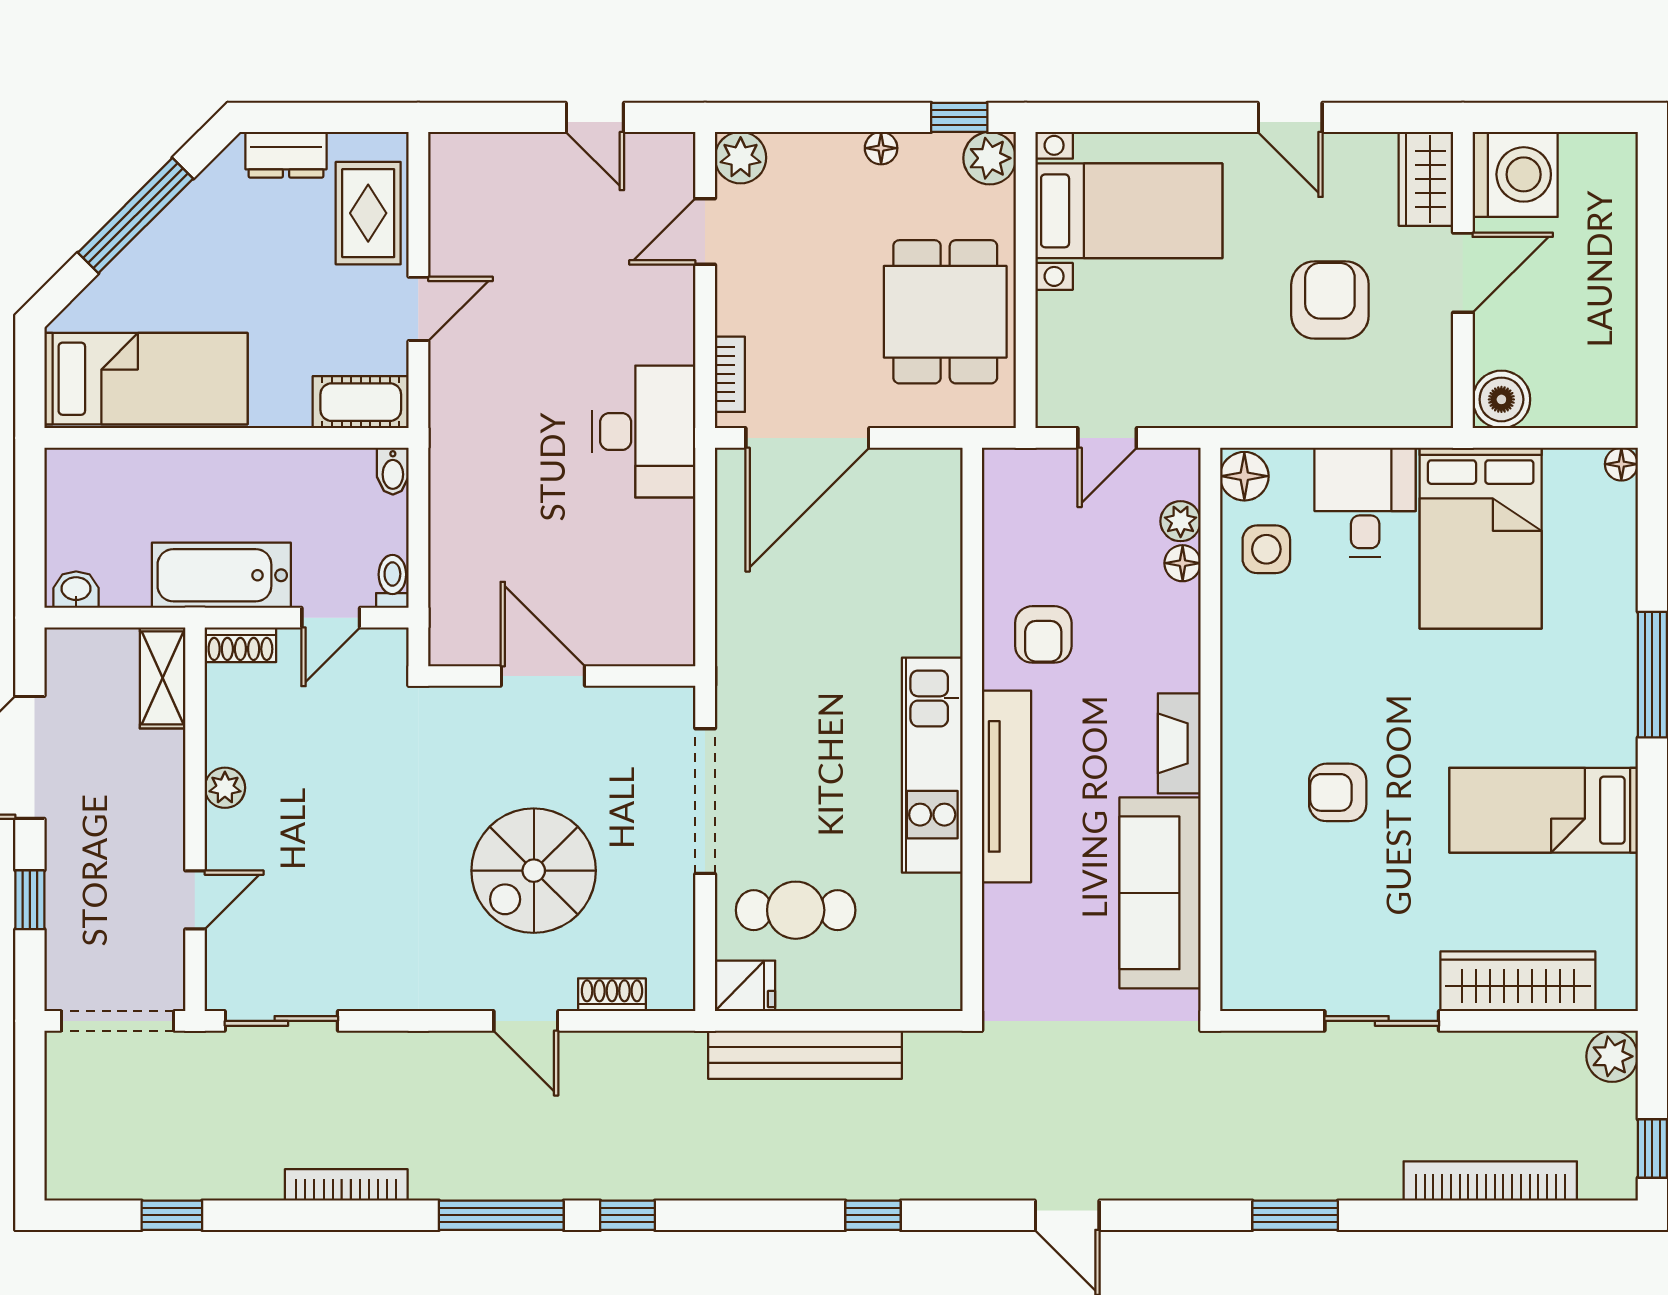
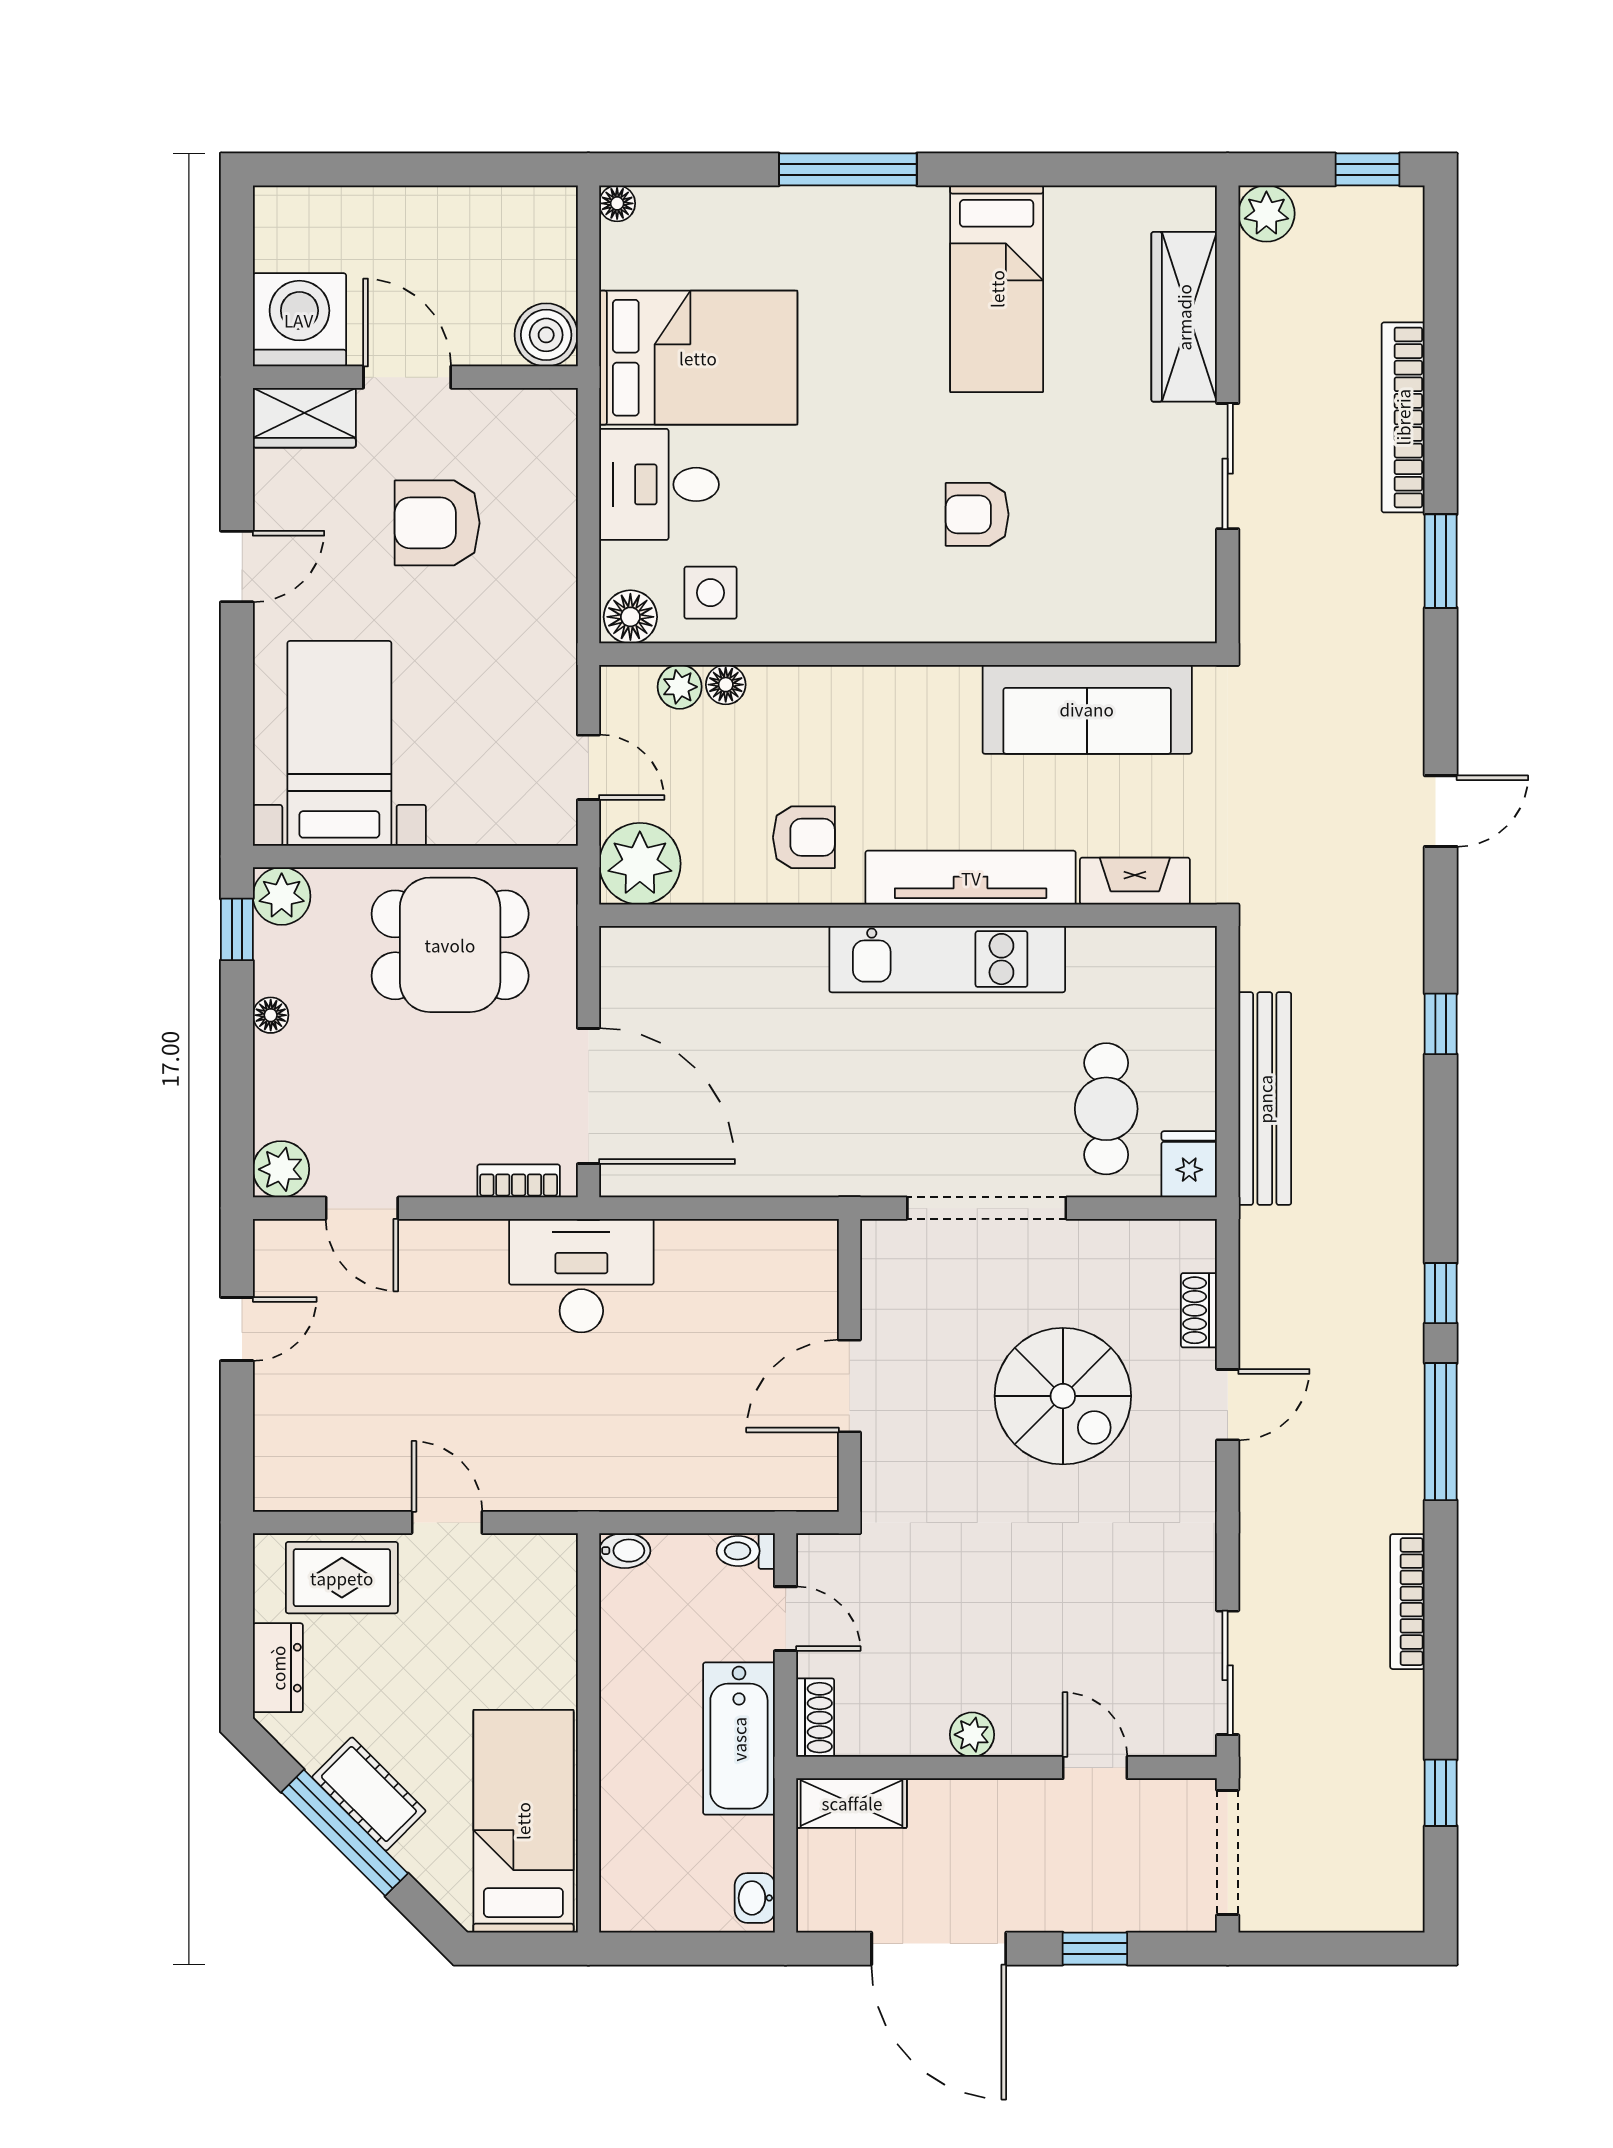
cot: (361, 402) -> (369, 1794), moved, turned -45
plant: (1019, 485) -> (640, 864), added
fireplace: (1179, 743) -> (1135, 881), moved, turned 180
armchair: (1338, 792) -> (977, 514), turned 90
bookcase: (1490, 1181) -> (1403, 417), moved

